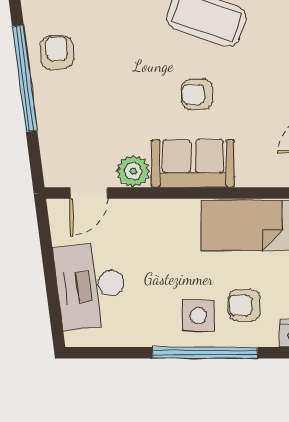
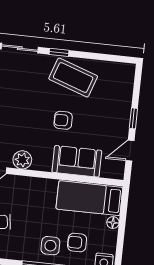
sofa: (193, 163) -> (77, 161), moved

